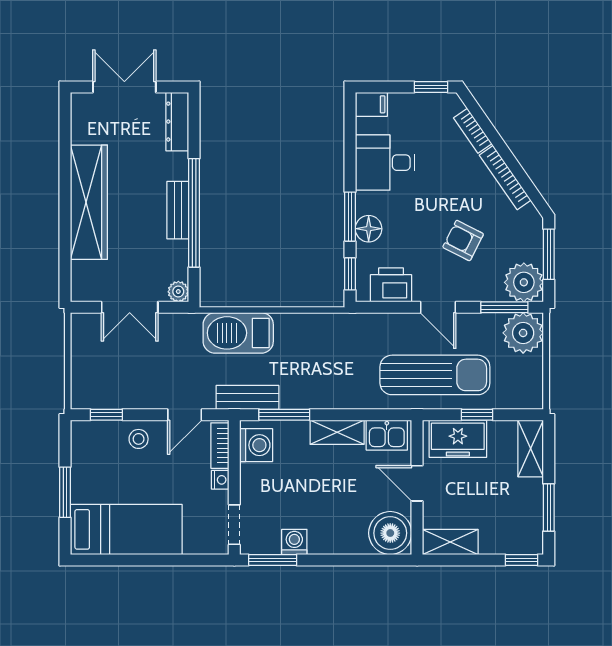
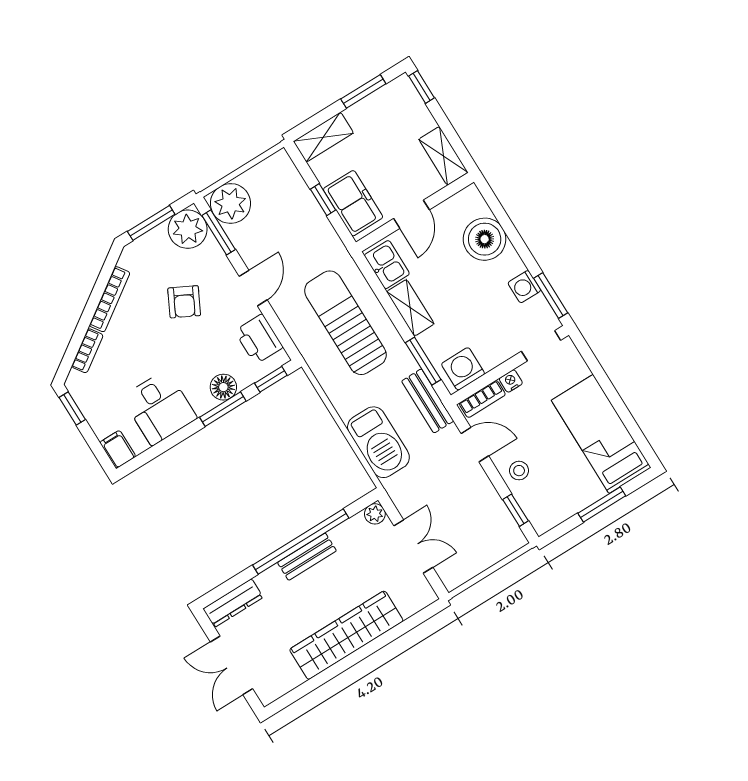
sun lounger: (435, 375) -> (345, 323), moved
boiler: (390, 533) -> (485, 239), moved

